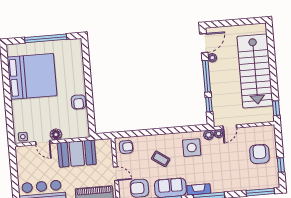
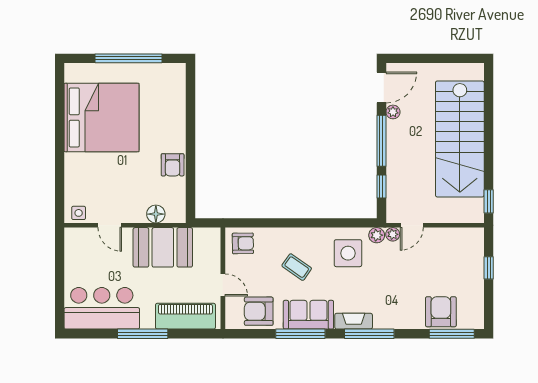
floor lamp: (56, 135) -> (156, 214), moved
armchair: (259, 154) -> (441, 312), moved
window: (281, 165) -> (489, 268), moved

